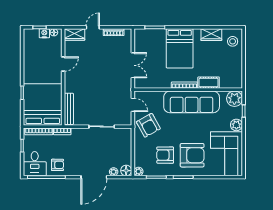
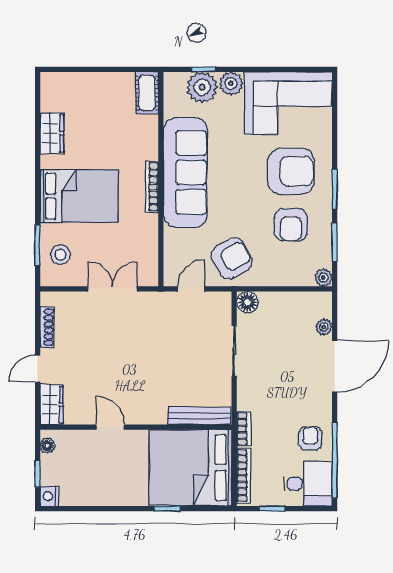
door: (93, 27) -> (38, 369), hinge flipped
nightstand: (44, 33) -> (49, 496), moved
stool: (233, 41) -> (61, 255), moved
cot: (209, 83) -> (147, 93), moved
plant: (234, 99) -> (202, 87), moved
armchair: (192, 155) -> (291, 171), turned 90
floor lamp: (126, 171) -> (247, 302), moved
door: (94, 177) -> (335, 366), hinge flipped

